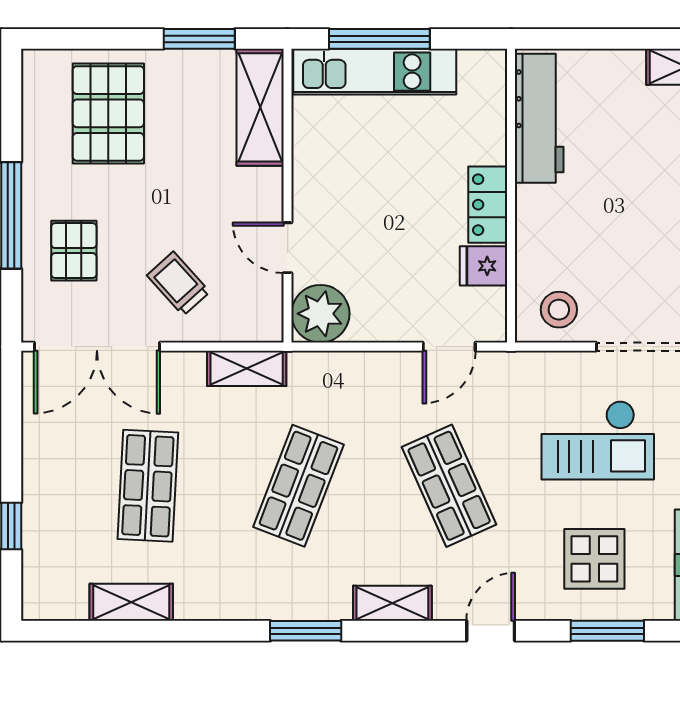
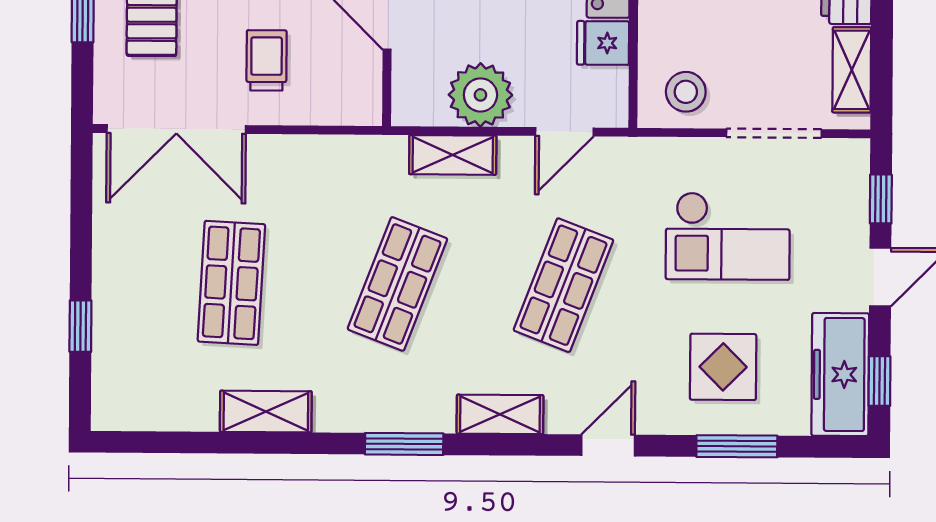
trolley: (178, 284) -> (267, 60), turned 42
plant: (320, 314) -> (480, 95), moved
shelving: (247, 368) -> (453, 155), moved
shop shelf: (449, 486) -> (563, 285), turned 45
shelving: (131, 602) -> (266, 412), moved

